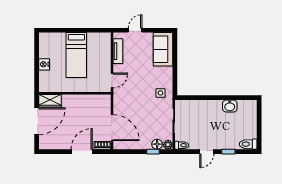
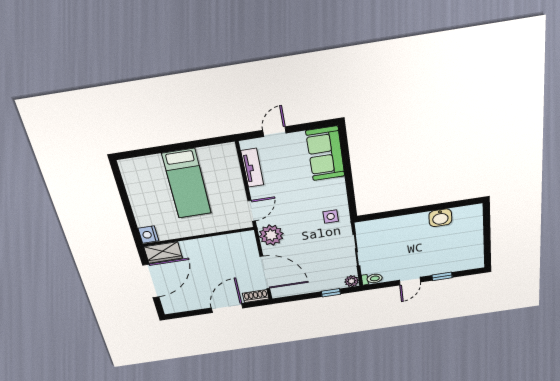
nightstand: (44, 64) -> (148, 235), moved
plant: (121, 100) -> (271, 235), added
floor lamp: (157, 144) -> (336, 283), removed
toilet: (248, 144) -> (471, 263), removed

